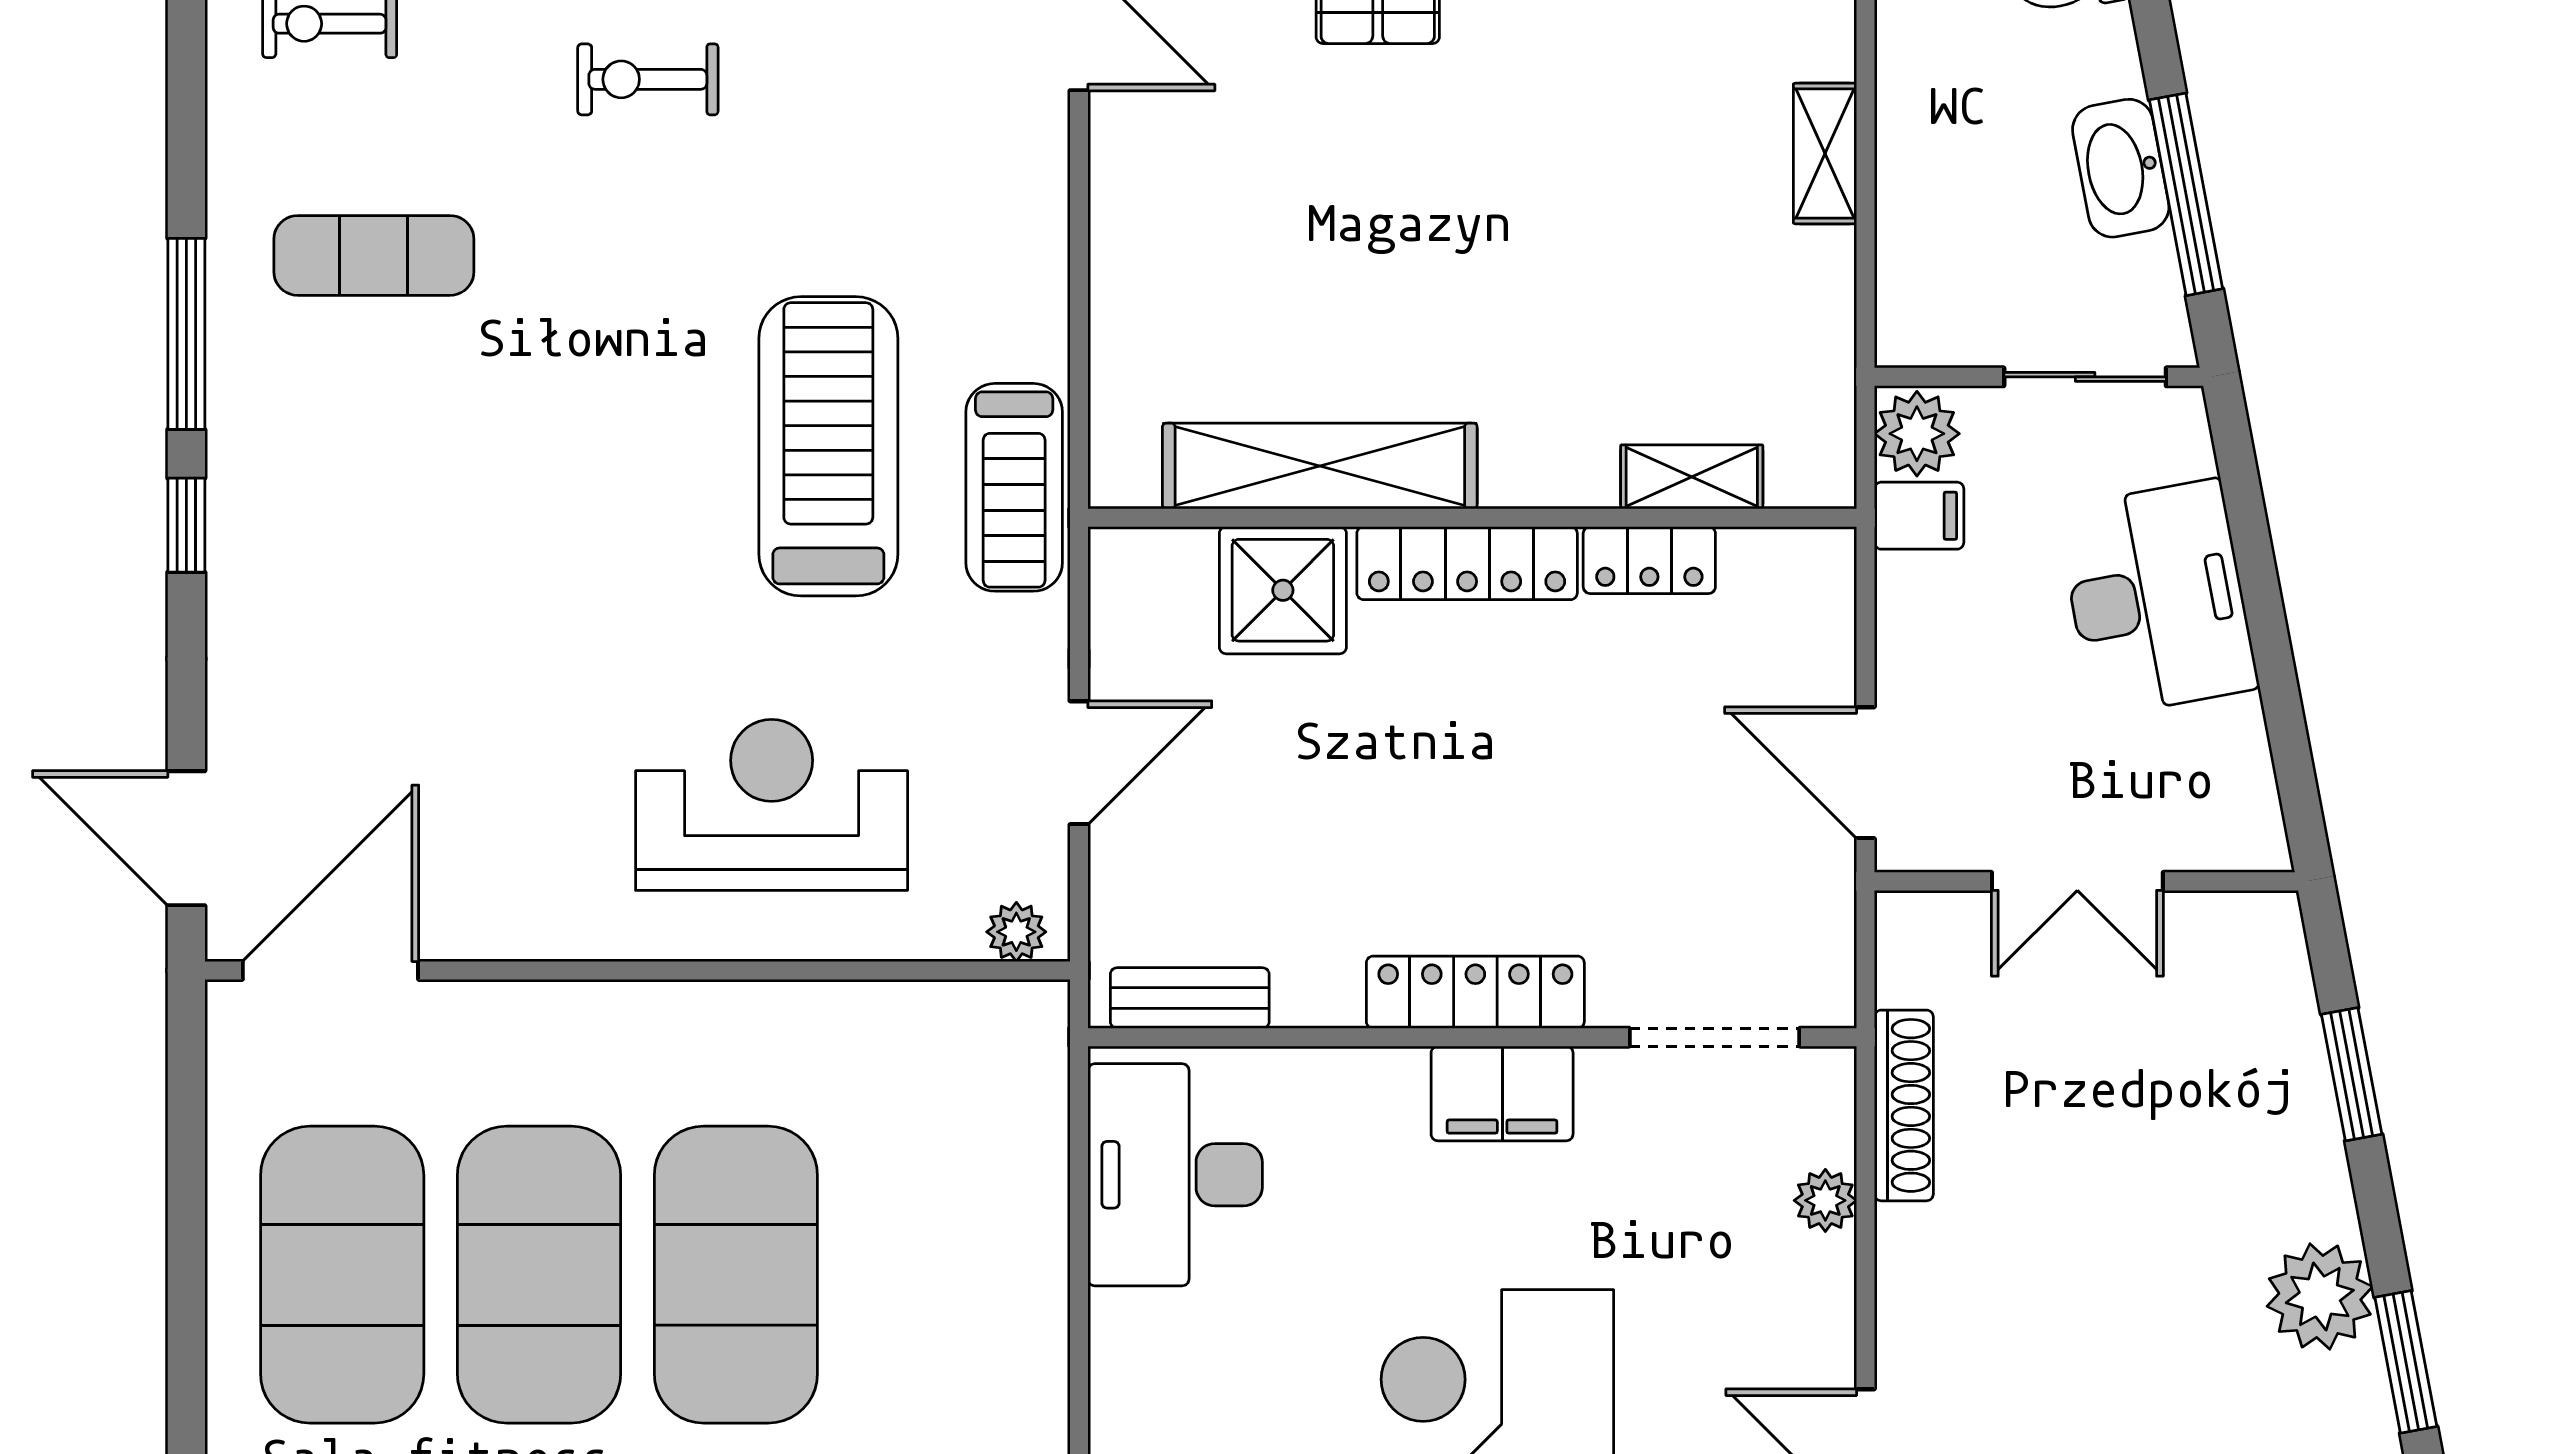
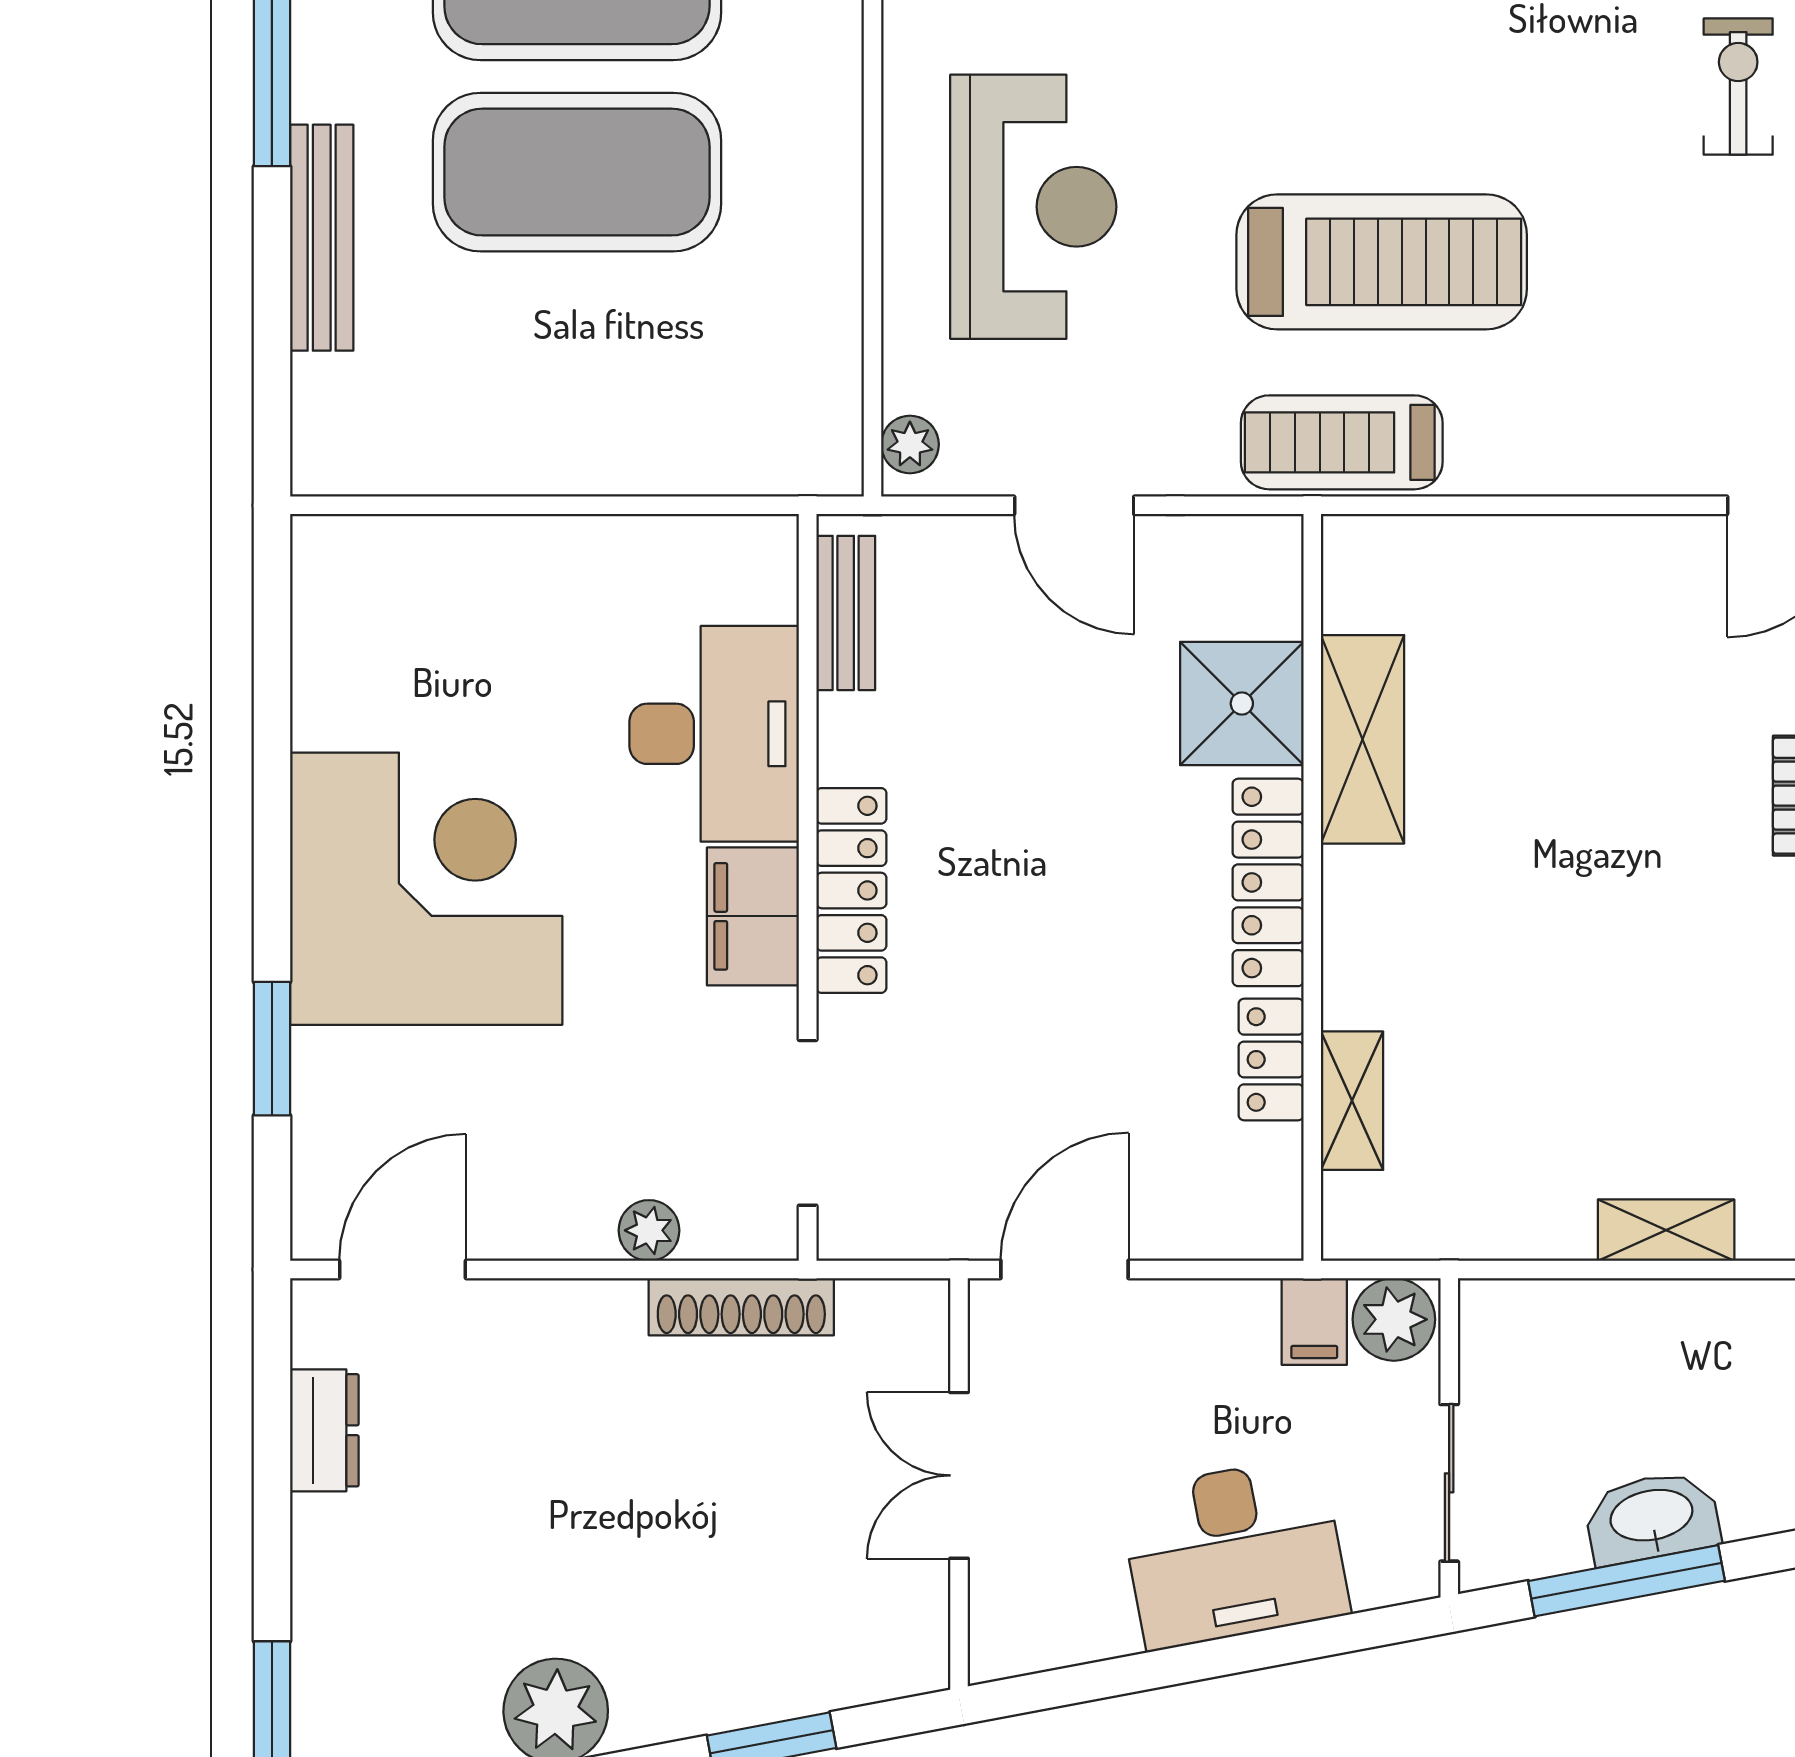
shelving: (1320, 466) -> (1363, 739), width x0.68
desk: (1175, 1175) -> (714, 734), moved, turned 90

